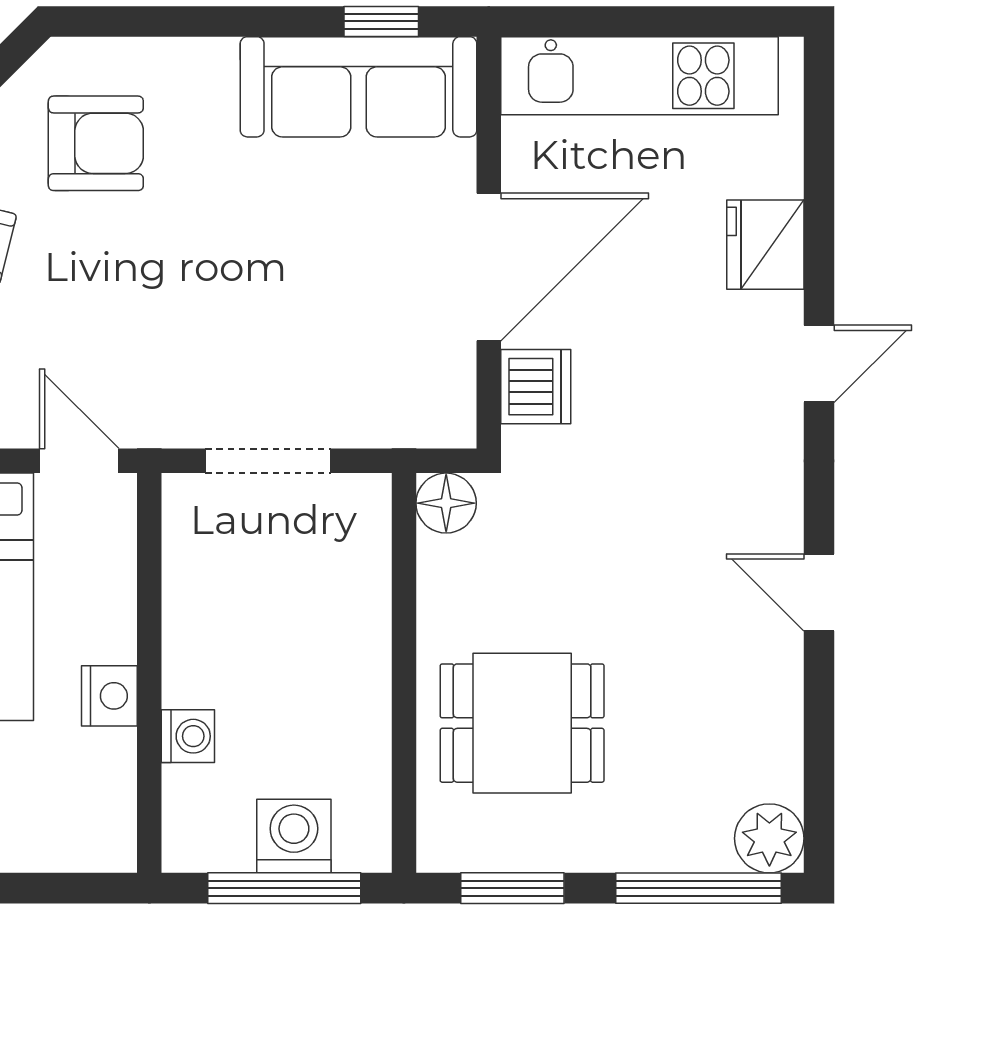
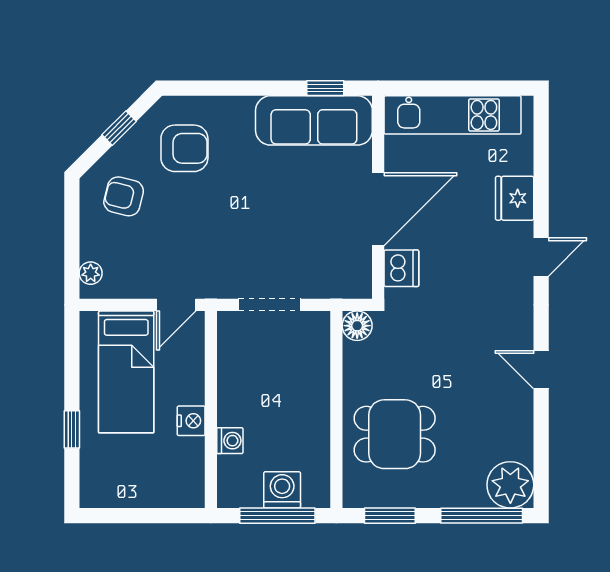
door: (79, 461) -> (176, 305), swing flipped
plant: (769, 838) -> (510, 485), width x1.36, depth x1.36

